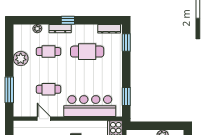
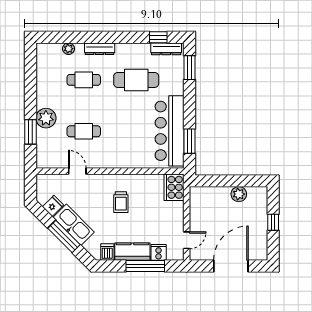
window: (68, 20) -> (158, 37), moved
plant: (21, 59) -> (46, 118), moved
window: (9, 90) -> (31, 132), width x0.69
bar counter: (90, 106) -> (170, 131), moved, turned -90

